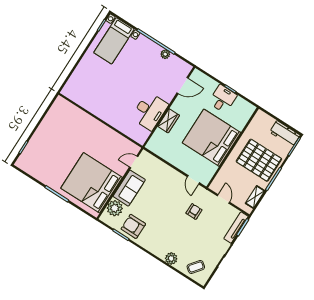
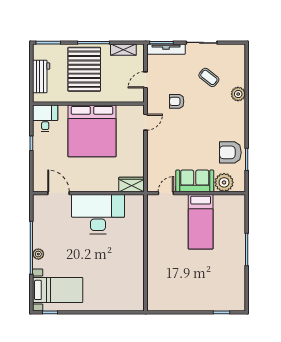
plant: (165, 54) -> (38, 254), moved
desk: (223, 99) -> (45, 118), moved, turned 90
desk: (150, 111) -> (98, 214), width x1.36, depth x1.30
wardrobe: (169, 121) -> (132, 184), moved
workbench: (285, 134) -> (41, 76), moved
door: (134, 162) -> (166, 193), swing flipped
bed: (92, 183) -> (201, 222), width x0.49
armchair: (133, 226) -> (230, 152), turned 90
coffee table: (196, 267) -> (209, 77), moved

